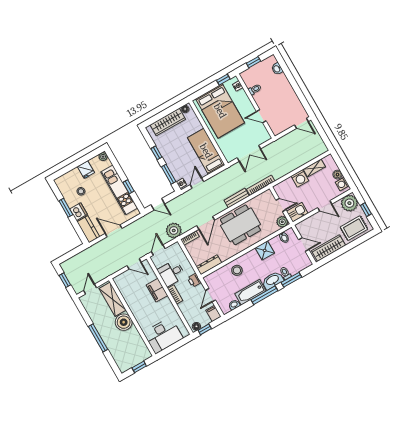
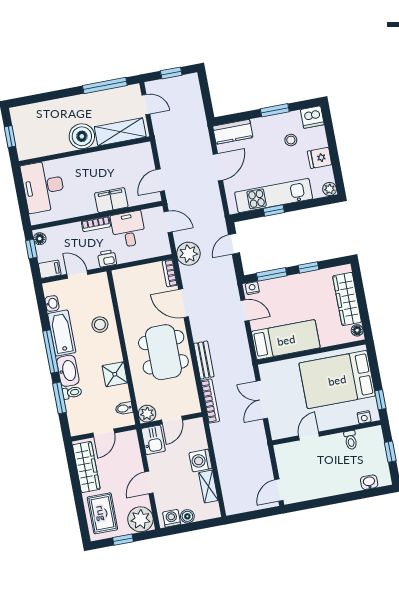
dishwasher: (79, 212) -> (312, 117), moved
dresser: (209, 265) -> (122, 287), removed
window: (98, 338) -> (105, 85), moved

